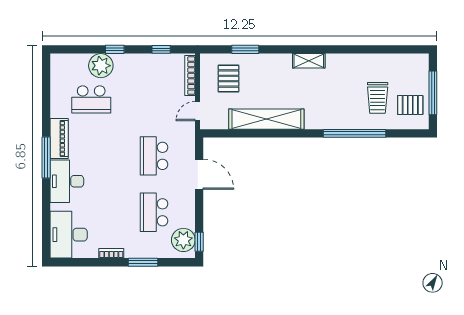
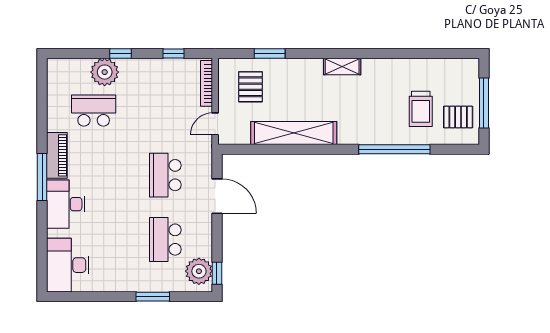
school desk: (91, 99) -> (94, 111), turned 180
bookcase: (111, 253) -> (117, 286), removed

